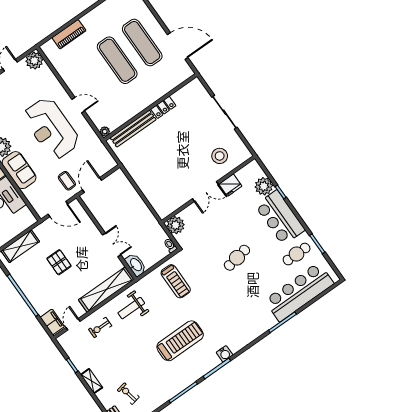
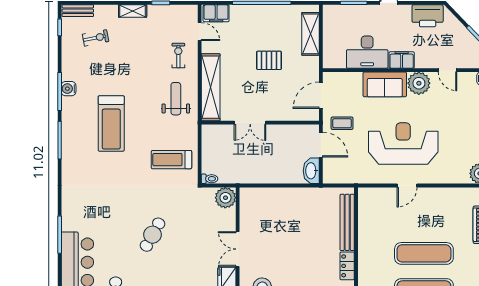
plant: (105, 132) -> (364, 193), removed
cafe table: (237, 258) -> (152, 235), turned 39
washbasin: (136, 265) -> (311, 171), moved, turned 90
water cooler: (225, 354) -> (69, 89), moved

